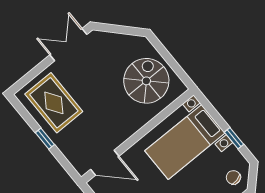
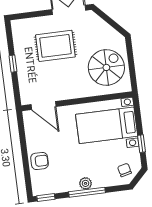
rug: (54, 103) -> (55, 46), moved, turned 90

